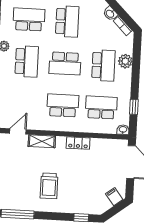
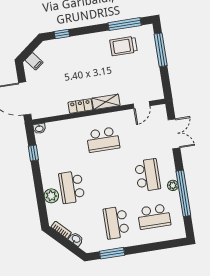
school desk: (27, 61) -> (148, 175), turned 180
school desk: (65, 63) -> (110, 181), removed
school desk: (101, 107) -> (65, 146), removed
shelving: (42, 141) -> (106, 102), moved
trolley: (49, 186) -> (123, 46), moved, turned -90

